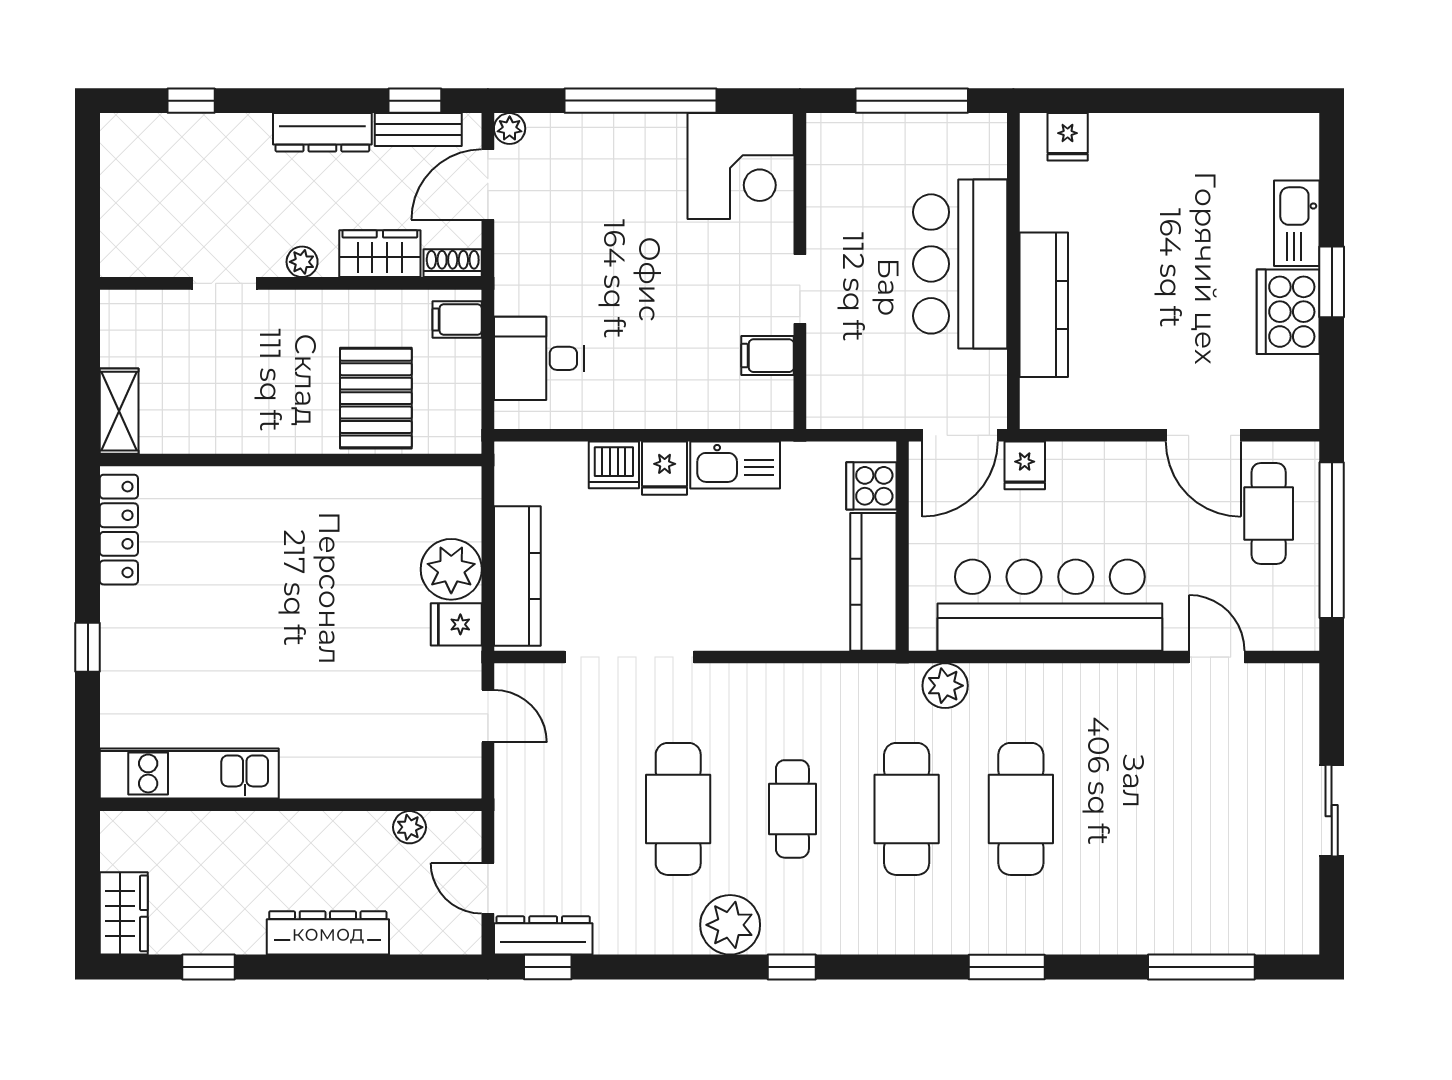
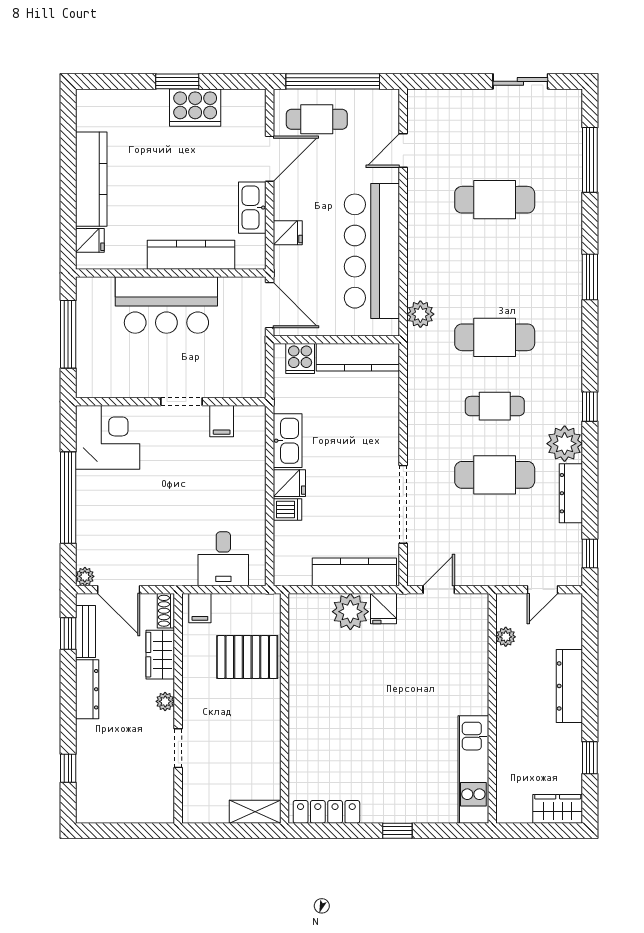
kitchen counter: (1169, 139) -> (91, 179), added
kitchen sink: (1297, 223) -> (252, 208), moved, turned 90
dishwasher: (614, 465) -> (287, 510), width x0.73
fridge: (1025, 465) -> (288, 233), moved
cafe table: (1021, 809) -> (495, 200), moved
sliding door: (1332, 811) -> (520, 81), moved
dresser: (543, 935) -> (571, 493), moved

